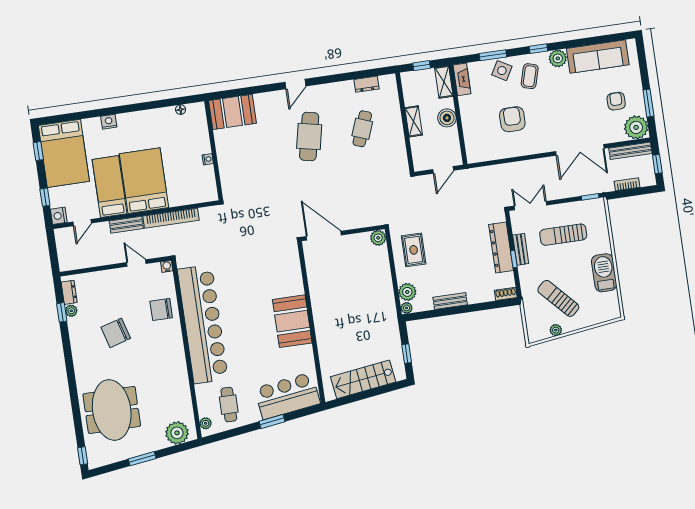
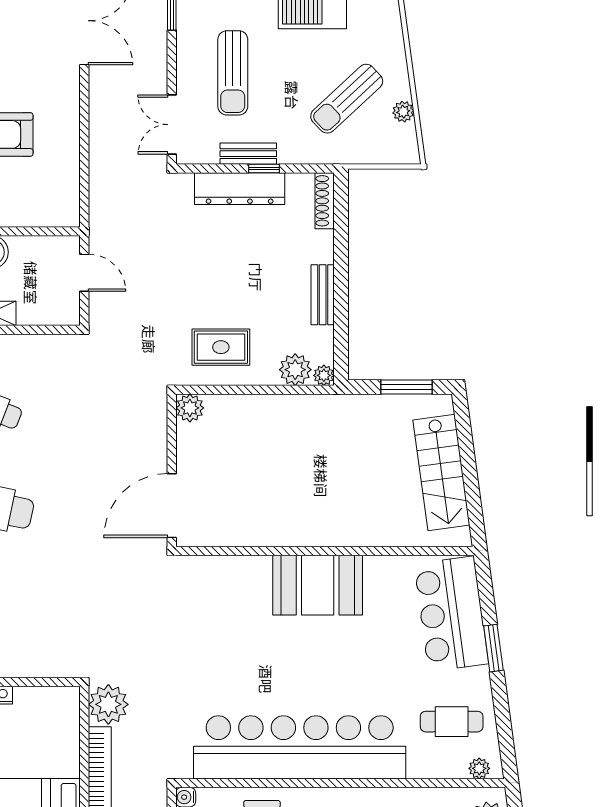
plant: (211, 217) -> (108, 704), added
shoe rack: (506, 294) -> (325, 201), width x1.43
window: (407, 354) -> (406, 387), width x1.50

